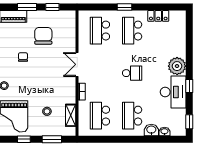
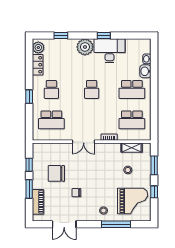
plant: (176, 17) -> (38, 48), added
school desk: (132, 31) -> (51, 89), width x0.54
school desk: (132, 73) -> (92, 89), turned 180
window: (189, 122) -> (61, 35), moved

